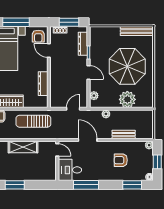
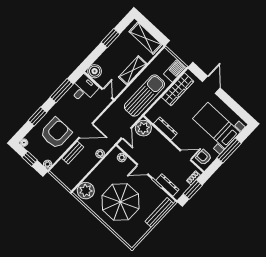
bench: (137, 31) -> (159, 212), moved
plant: (127, 99) -> (86, 191), moved
plant: (58, 100) -> (143, 128), added
sun lounger: (33, 121) -> (144, 95), width x1.36, depth x1.34
door: (88, 140) -> (86, 131), moved
door: (57, 150) -> (107, 93), swing flipped
armchair: (121, 160) -> (56, 133), width x1.88, depth x1.88
boiler: (50, 174) -> (95, 71), added
window: (132, 185) -> (37, 117), moved

